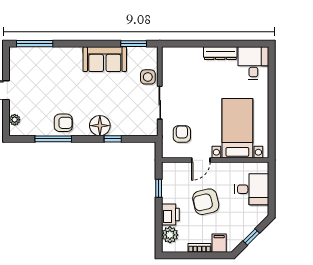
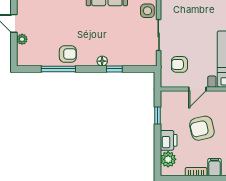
plant: (15, 120) -> (22, 39), moved
floor lamp: (100, 126) -> (102, 61), width x0.53, depth x0.53
armchair: (182, 134) -> (179, 64), turned -90

